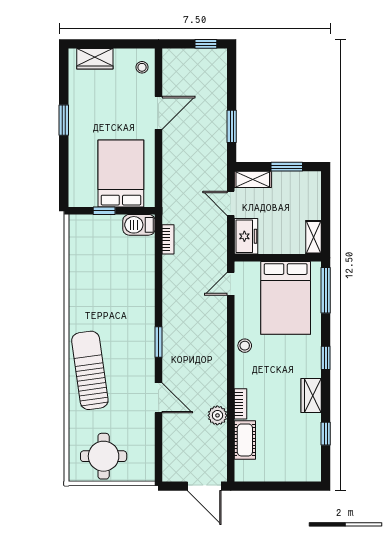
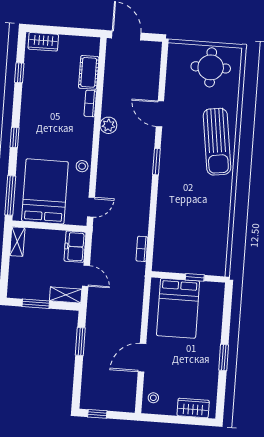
barbecue: (139, 225) -> (166, 263), removed
stool: (245, 346) -> (82, 166), moved
wardrobe: (311, 395) -> (43, 42), moved, turned 90
plant: (217, 415) -> (108, 125), moved

